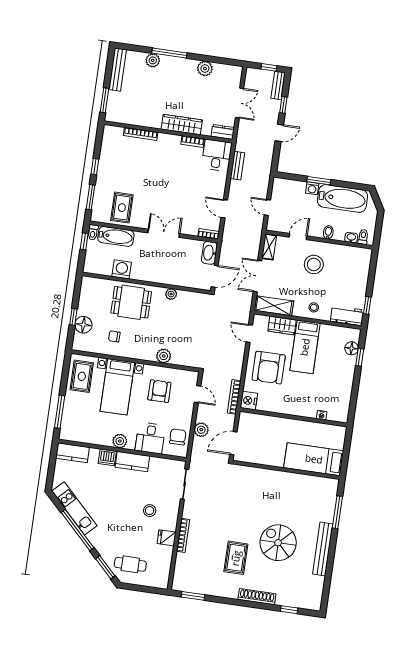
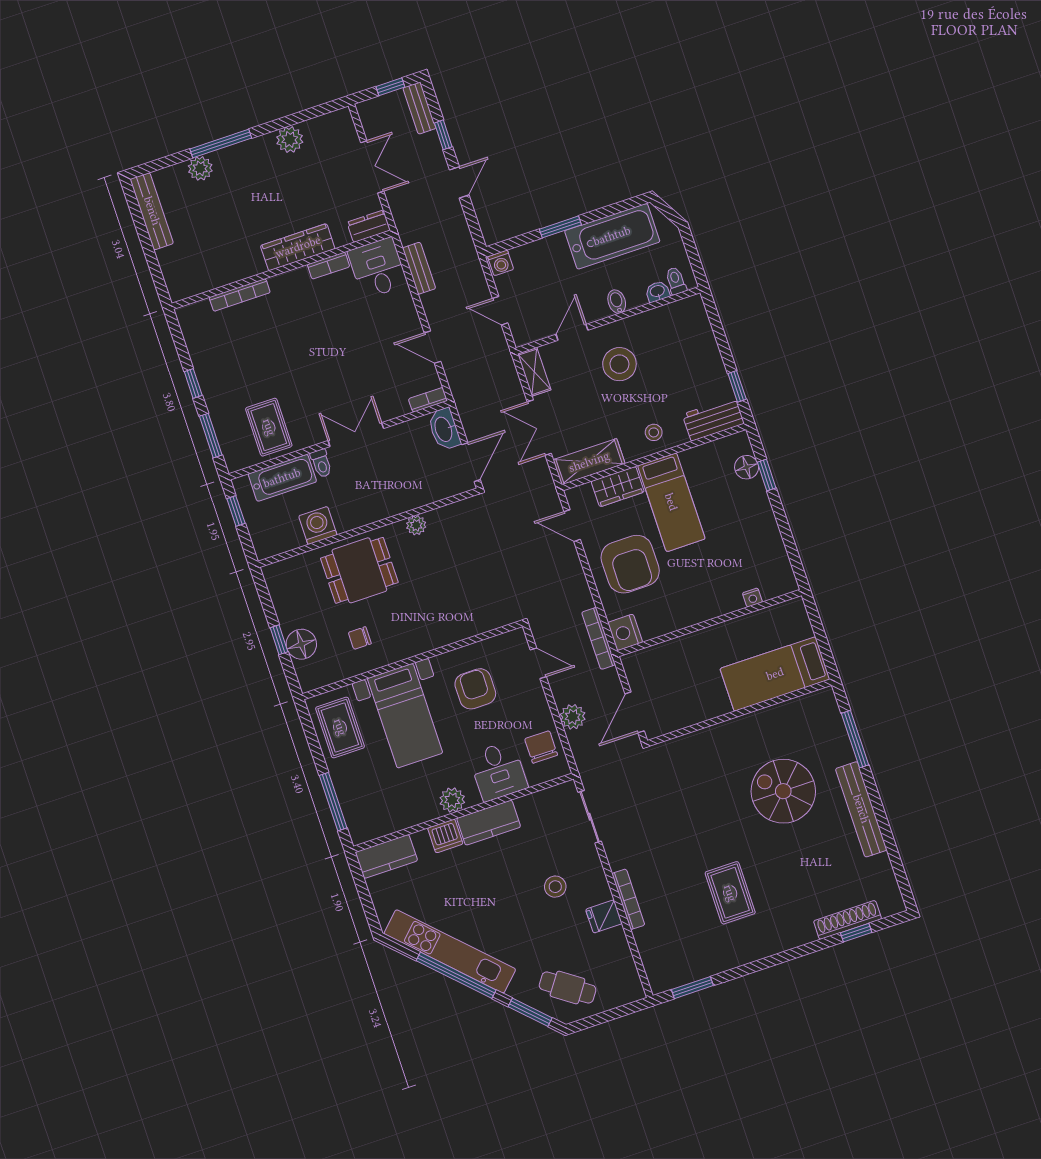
window: (105, 100) -> (155, 270), removed
washing machine: (312, 188) -> (501, 263), moved
toilet: (93, 232) -> (321, 463), moved
plant: (164, 356) -> (454, 630), removed
kitchen unit: (74, 508) -> (450, 951), width x1.36
spiral stairs: (278, 543) -> (783, 791), moved
cafe table: (130, 564) -> (568, 988), turned 35
shoe rack: (257, 597) -> (848, 920), moved

